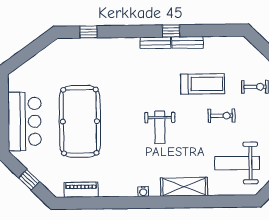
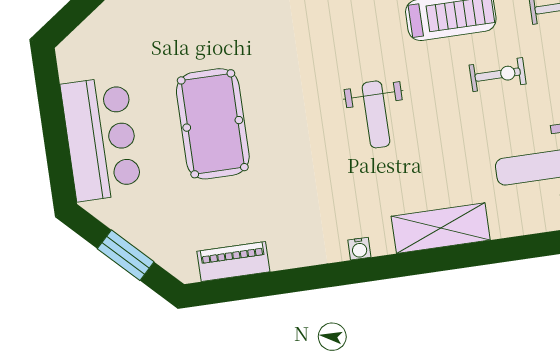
pool table: (80, 121) -> (213, 124), width x0.73, depth x0.76
window: (29, 180) -> (126, 255), width x1.50

